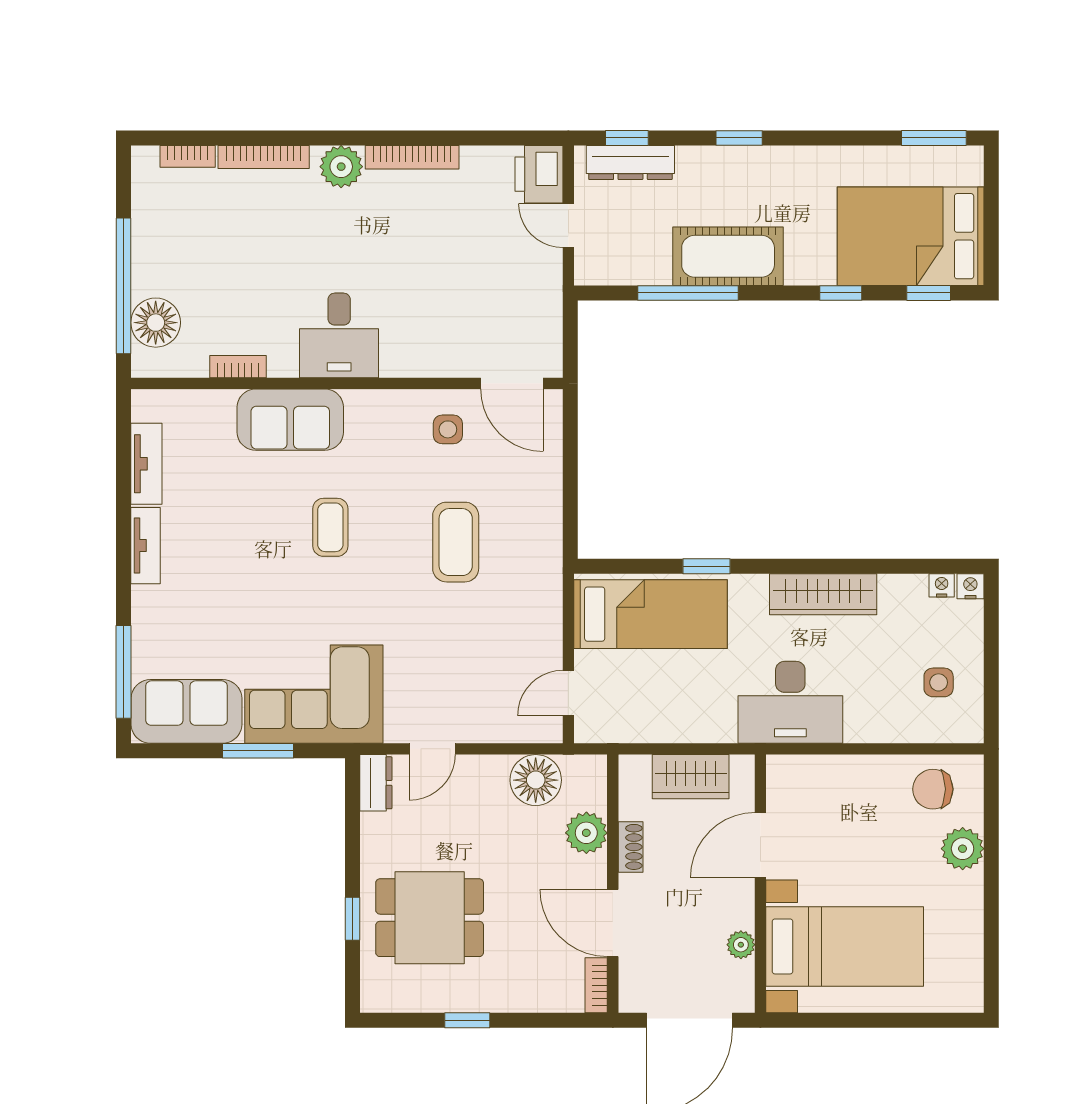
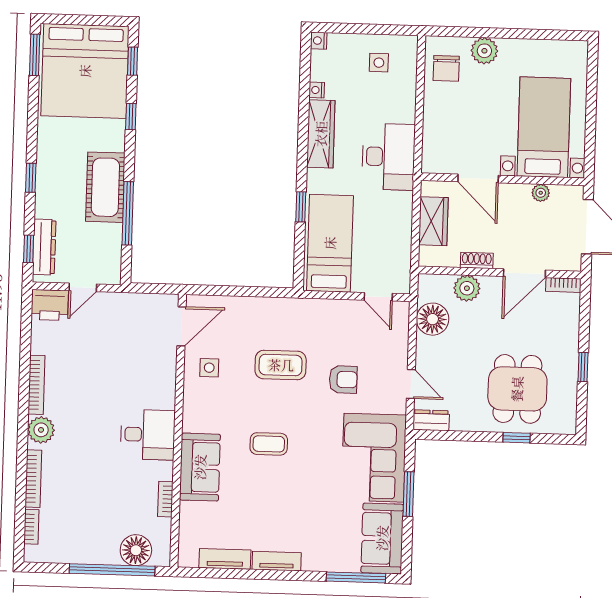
bed: (911, 236) -> (85, 71), width x1.36
nightstand: (942, 585) -> (317, 90), moved
armchair: (436, 642) -> (343, 379), added

